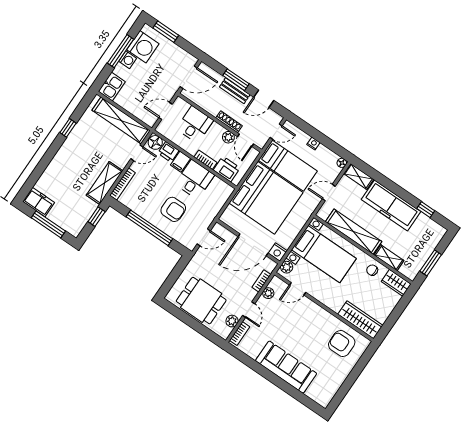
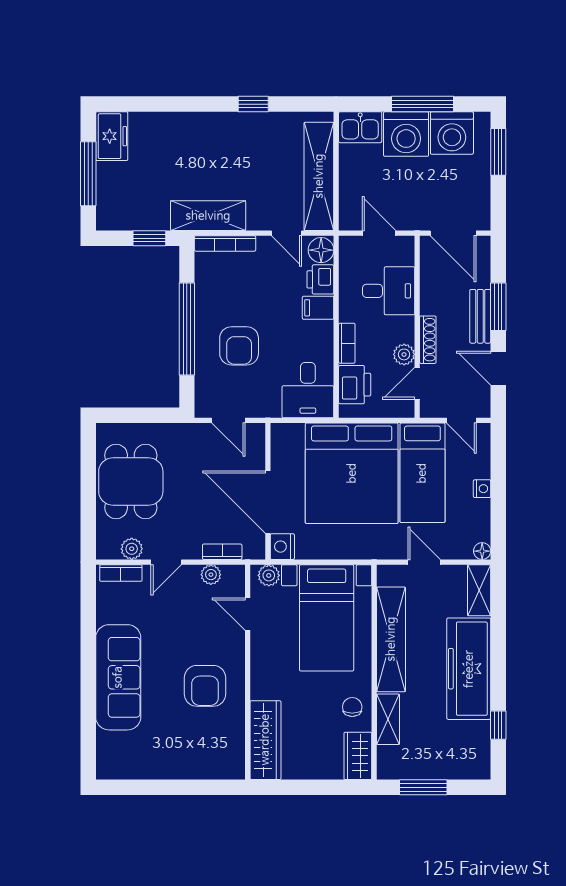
washing machine: (128, 60) -> (406, 134), width x1.89, depth x1.89
desk: (195, 179) -> (308, 390), moved, turned 90
armchair: (342, 343) -> (205, 686), moved, turned 180

